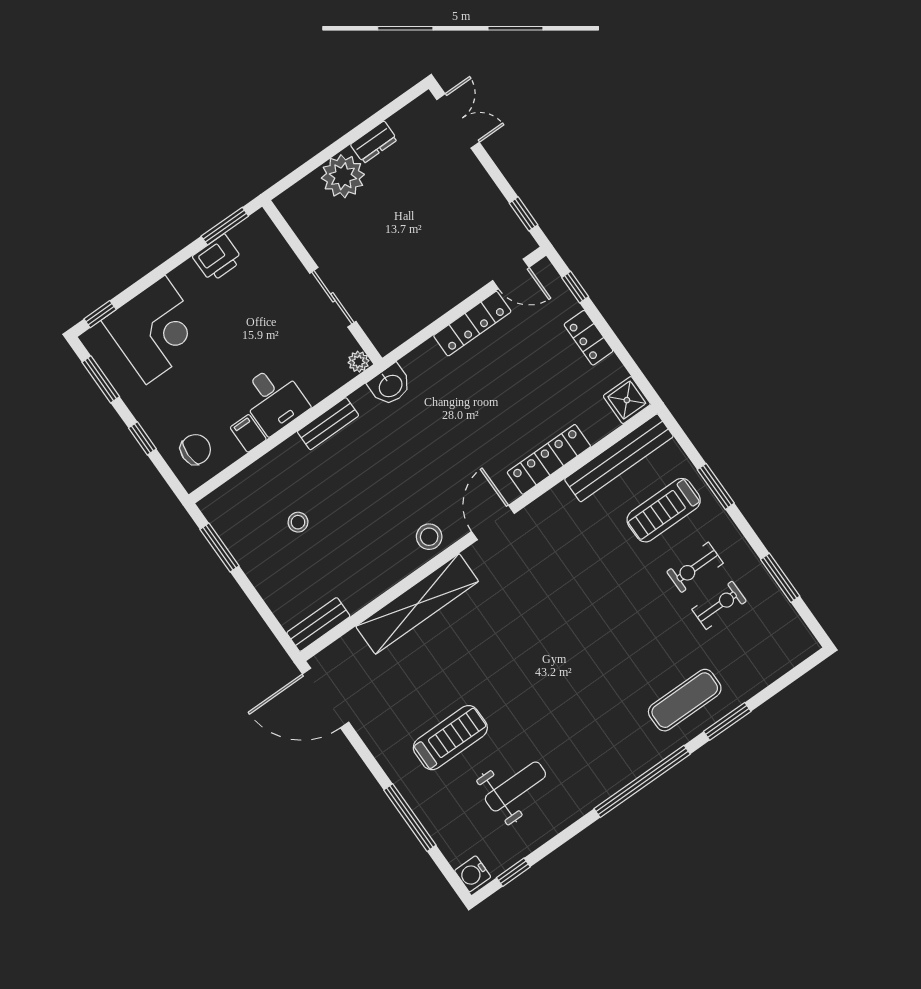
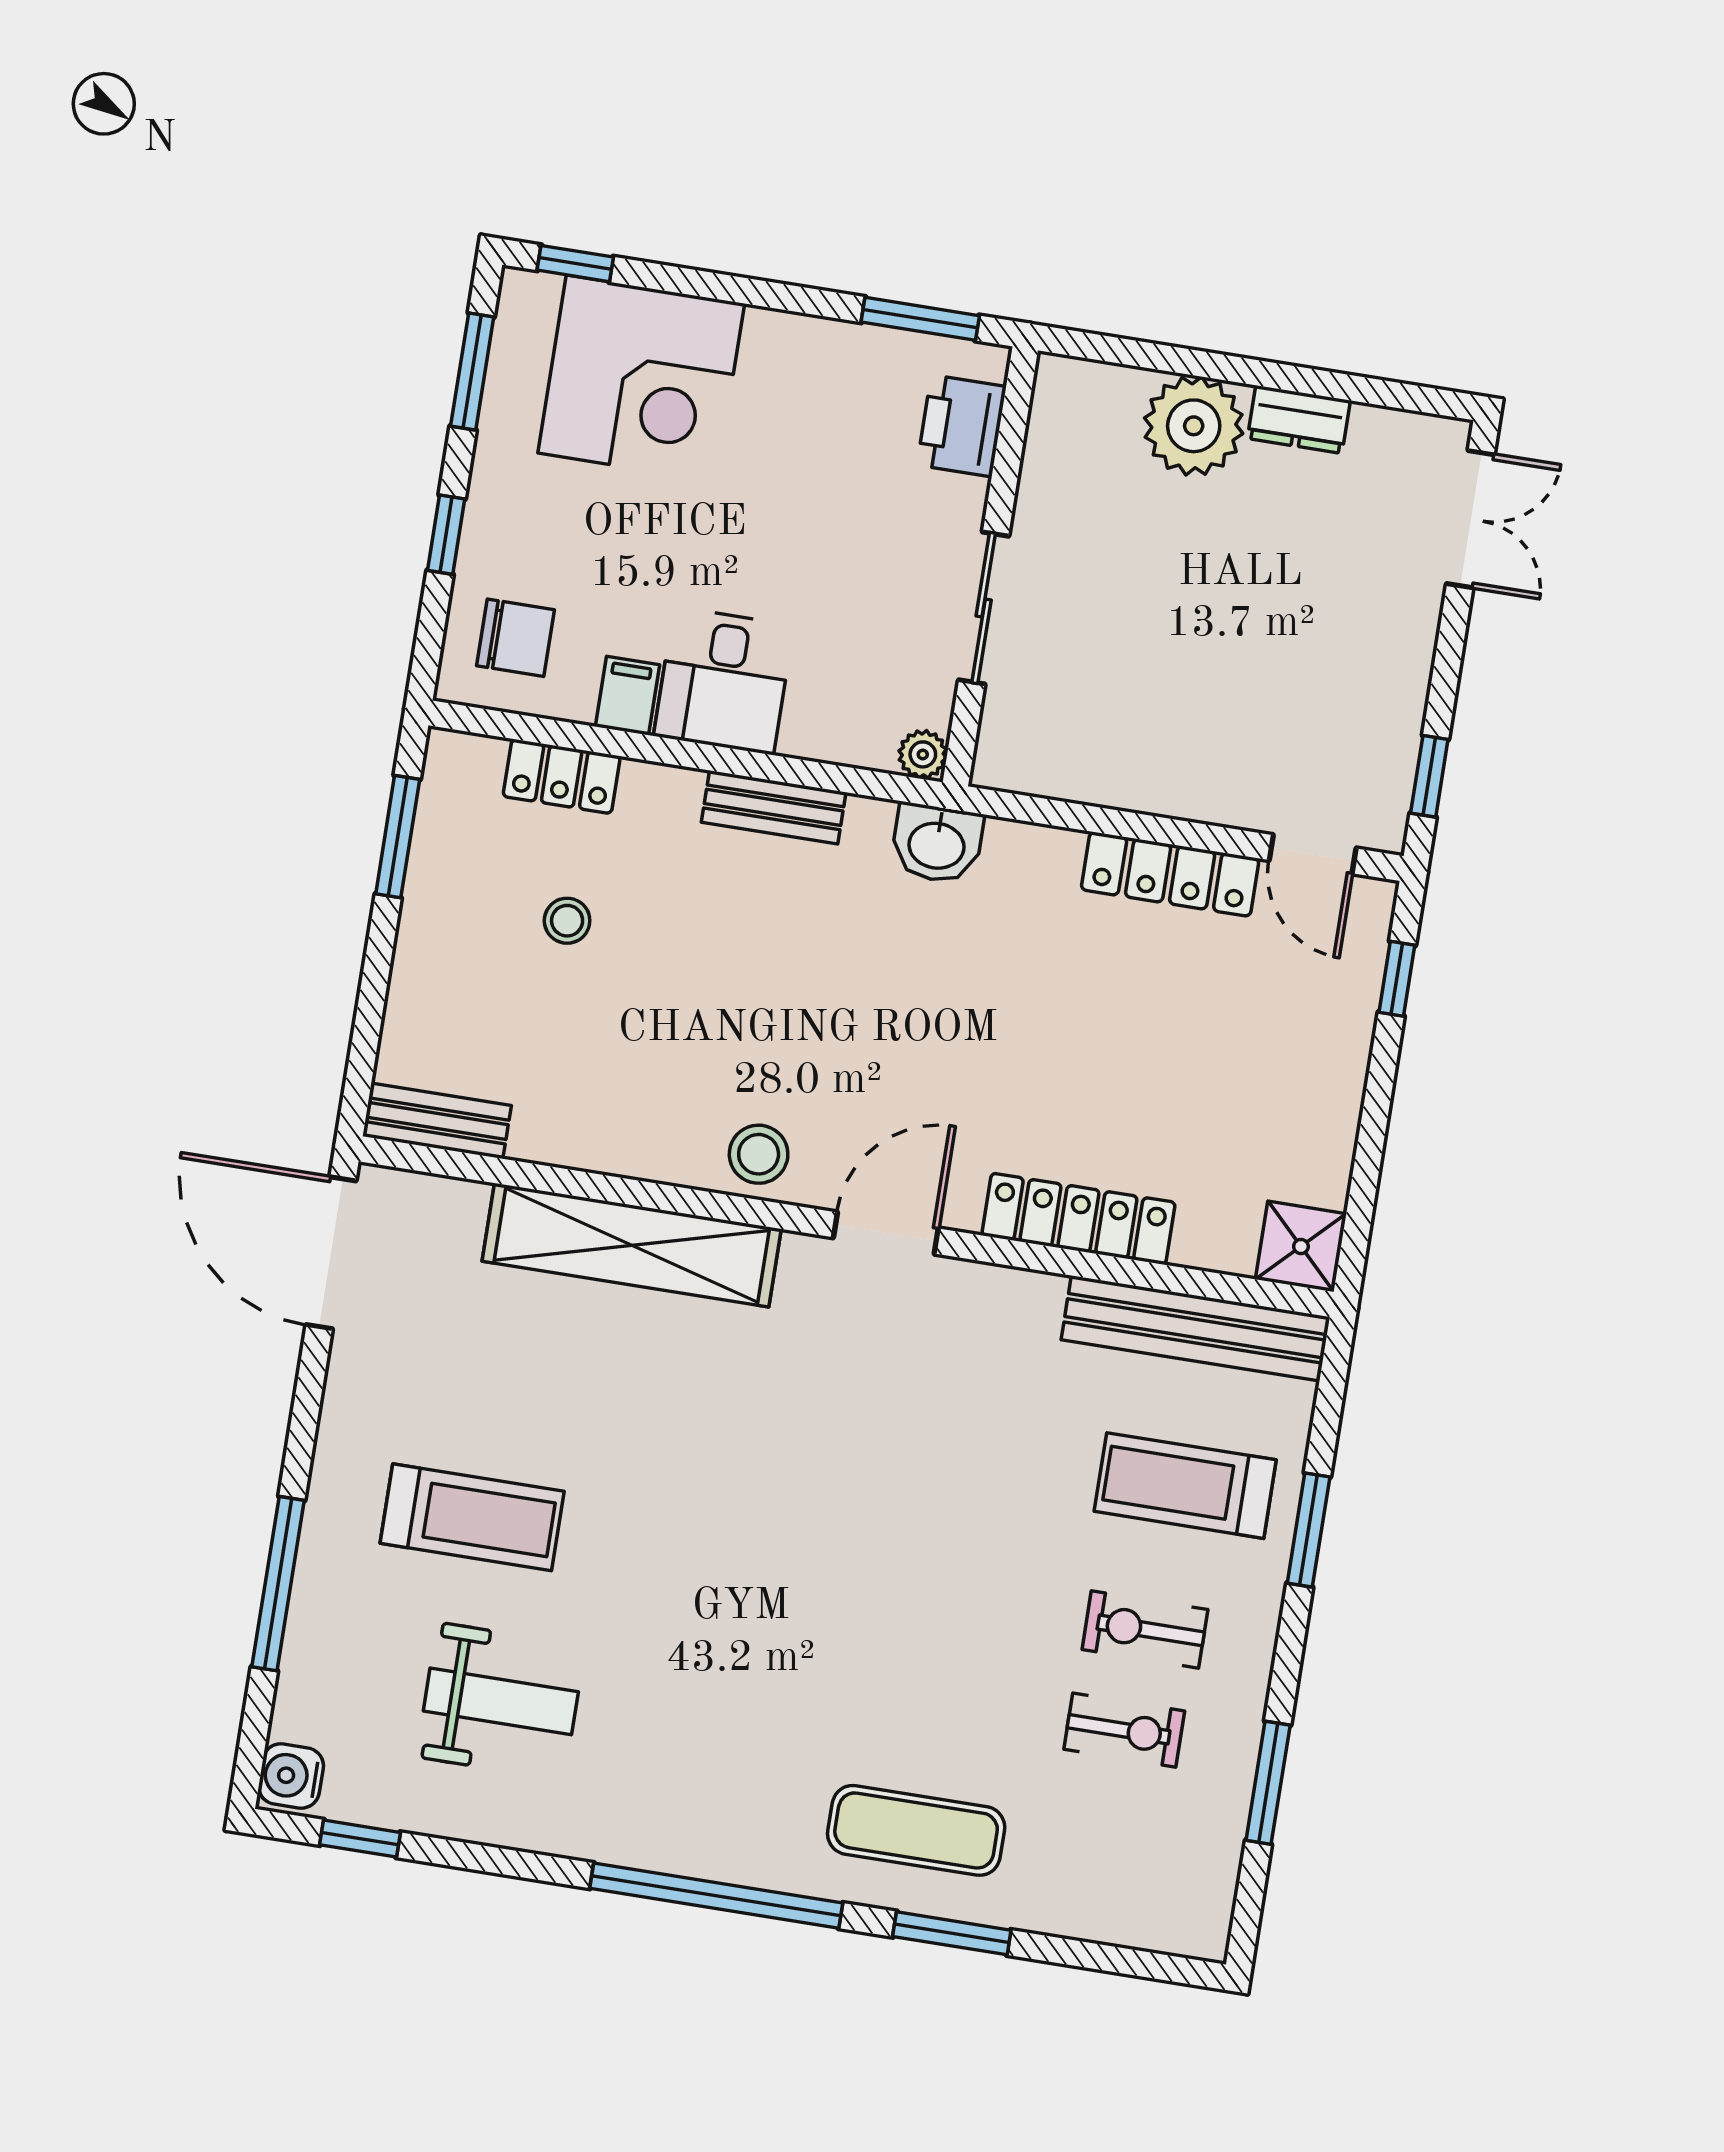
printer: (218, 258) -> (962, 426), moved, turned 90
locker: (589, 338) -> (562, 776), moved, turned -90

